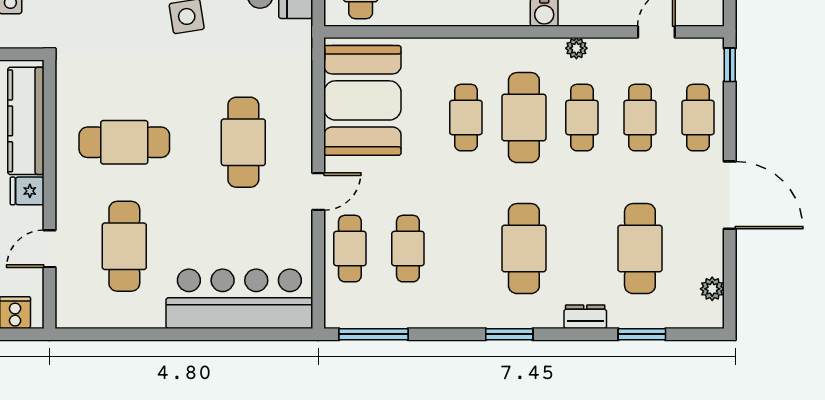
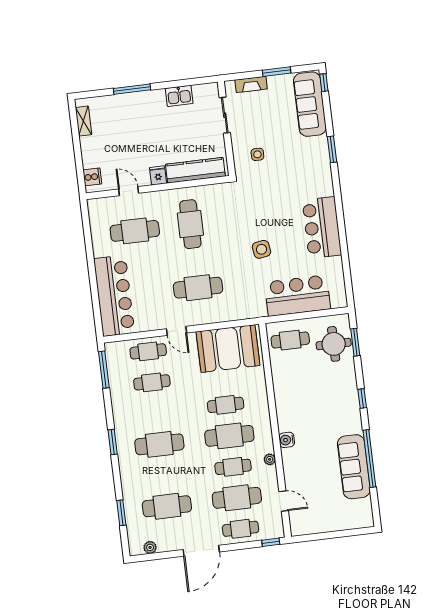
cafe table: (640, 118) -> (237, 498), width x1.37, depth x1.35
dresser: (585, 317) -> (127, 481), removed

